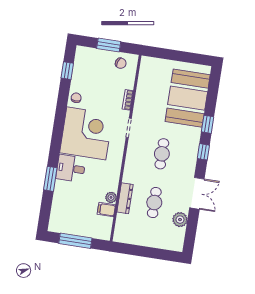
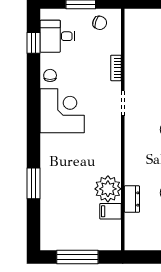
corner desk: (86, 133) -> (62, 111), width x0.74, depth x0.74
desk: (71, 168) -> (57, 36), moved
plant: (111, 197) -> (108, 189), width x1.88, depth x1.88
dresser: (125, 198) -> (132, 199), width x0.70

